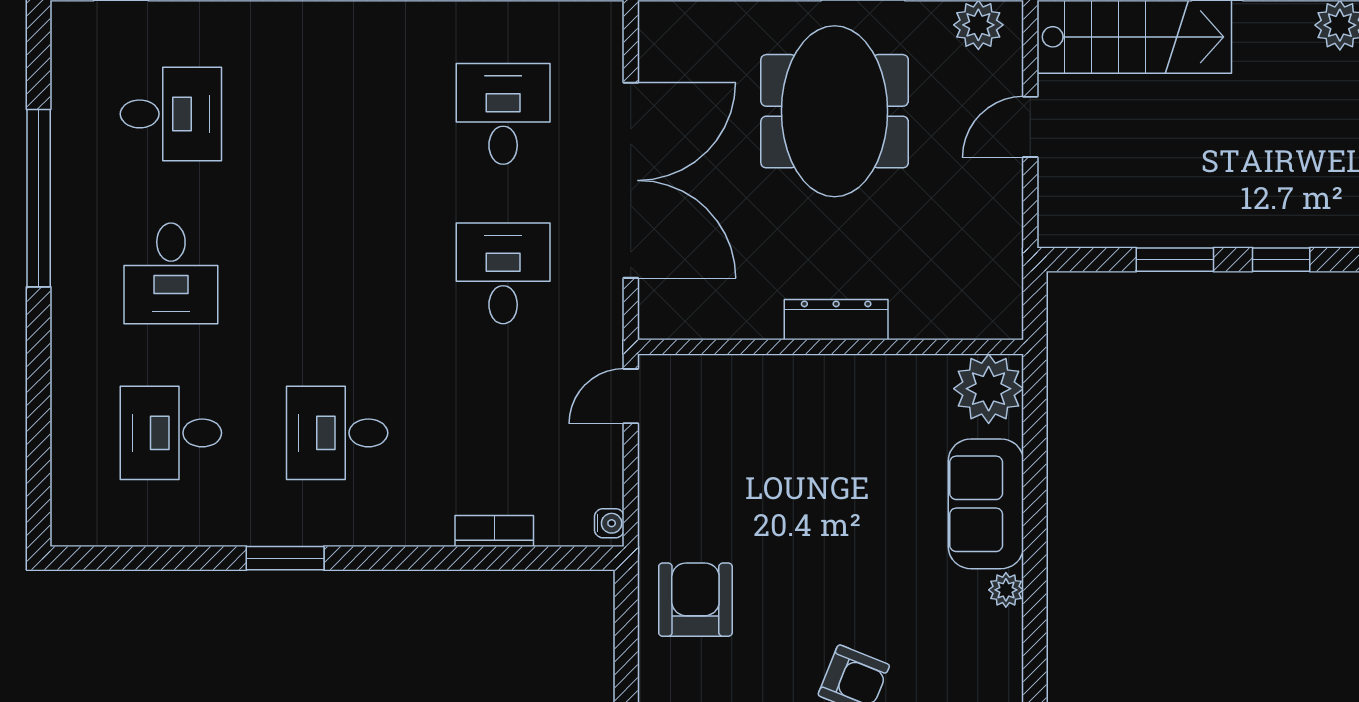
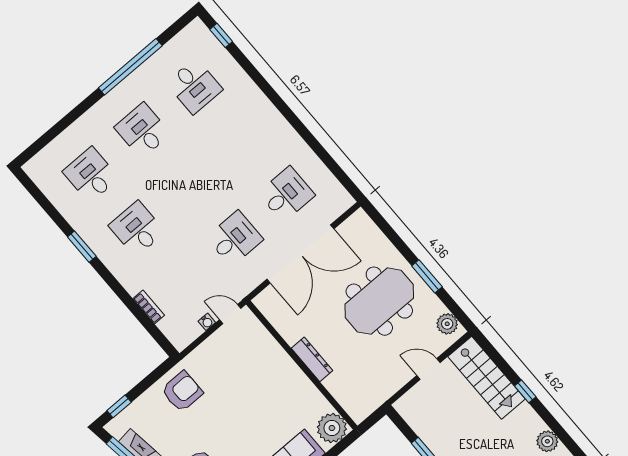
desk: (171, 273) -> (143, 131), turned 90
water cooler: (609, 523) -> (207, 322), moved

